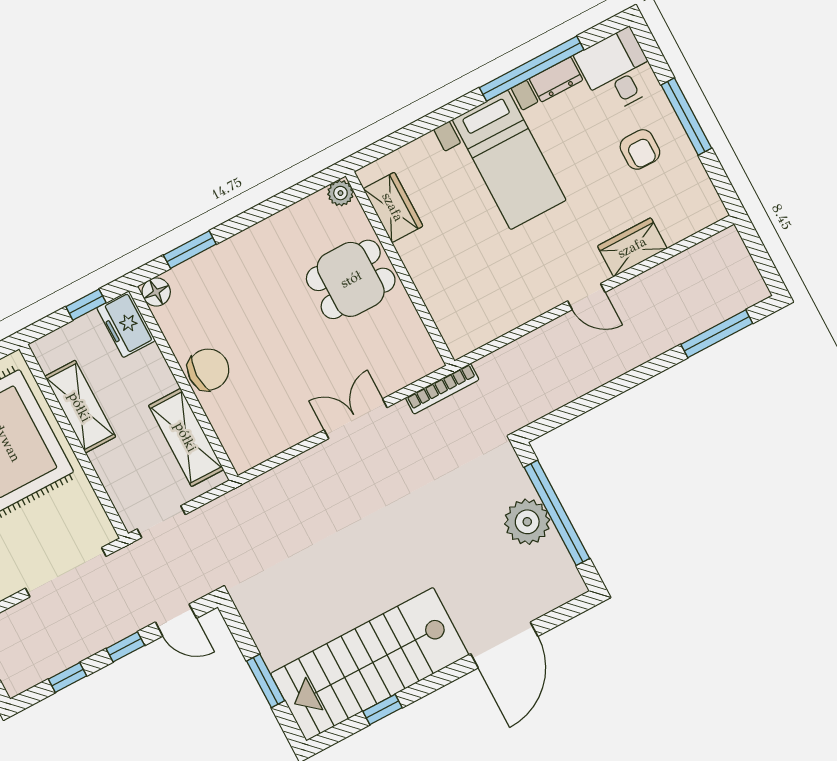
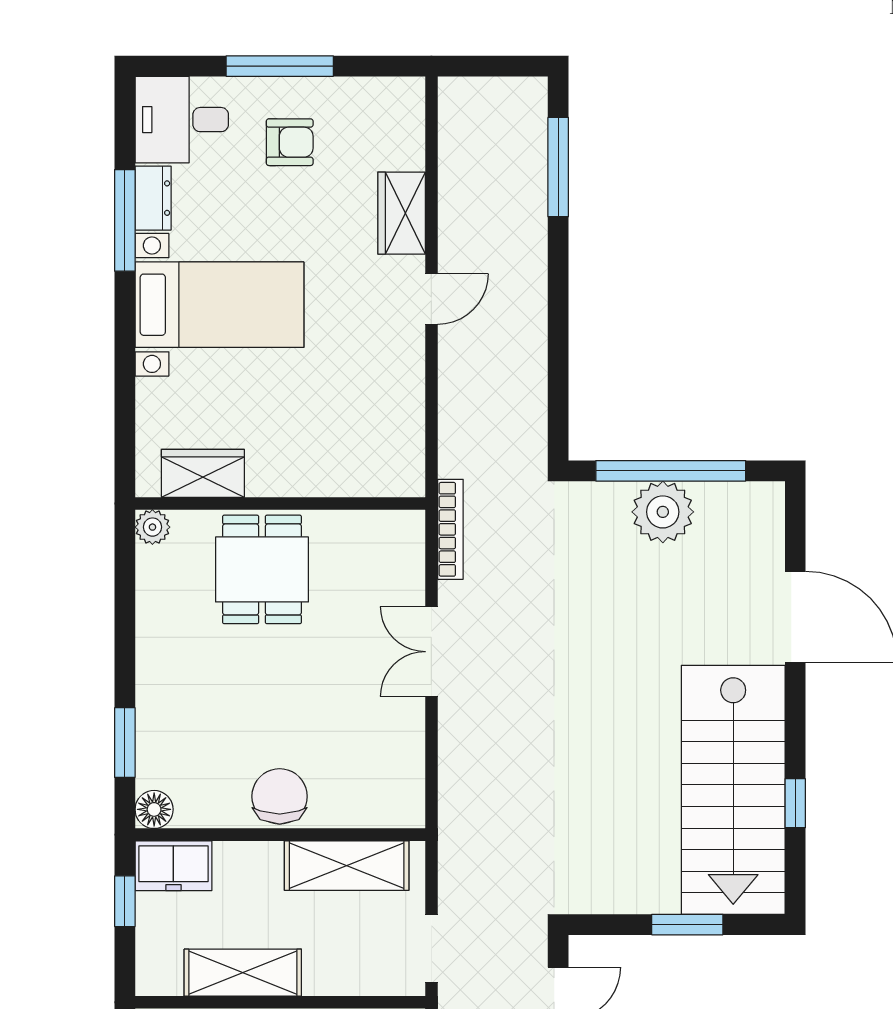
window: (532, 69) -> (125, 220), width x0.68

